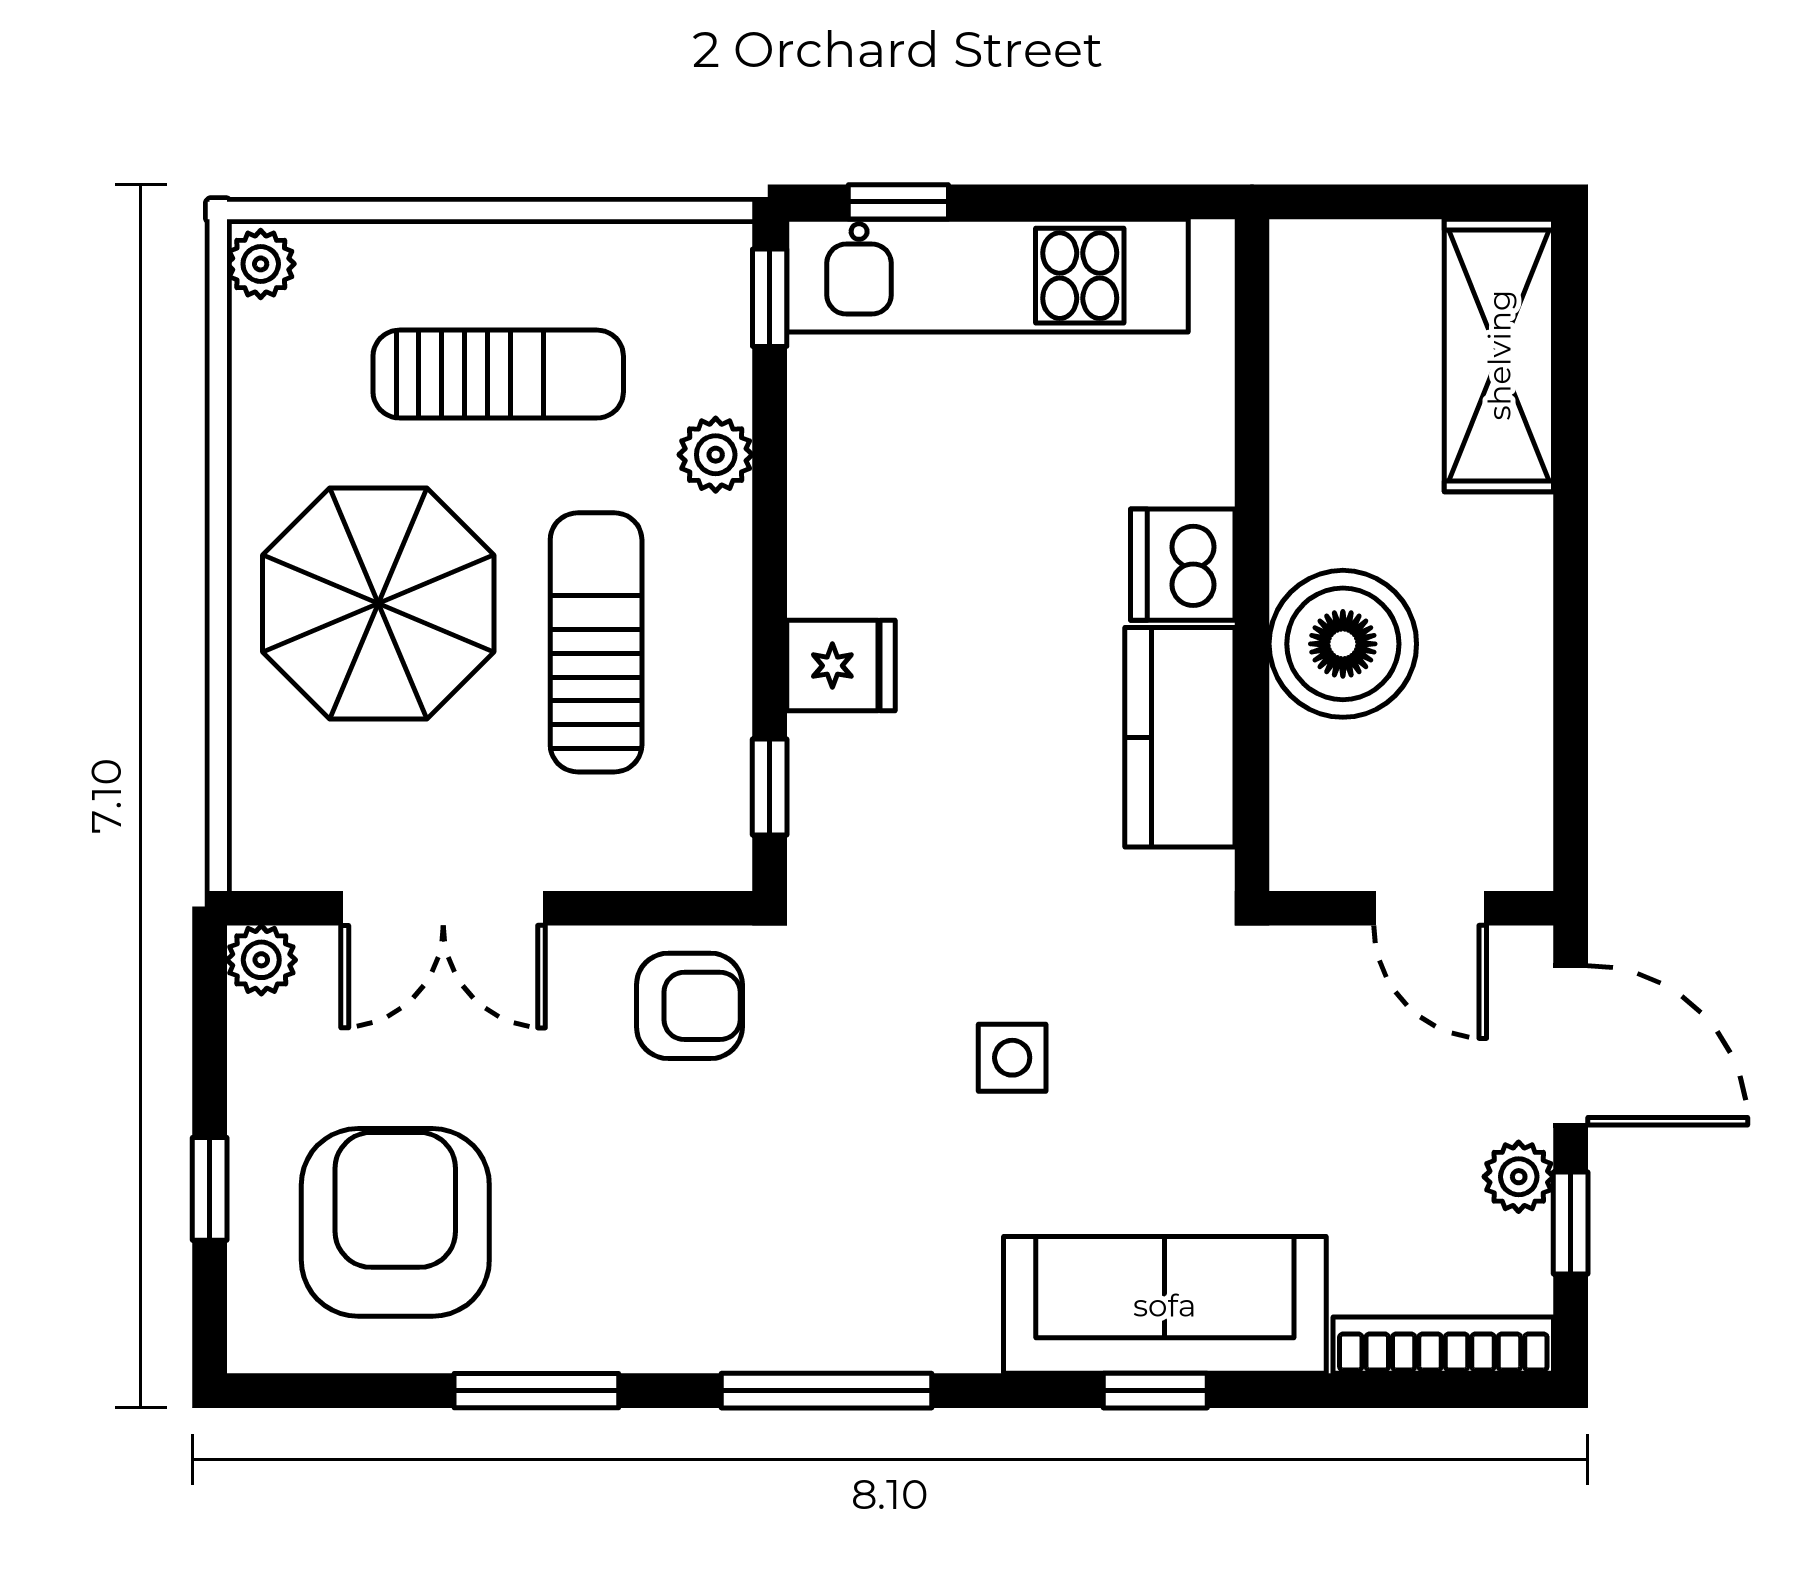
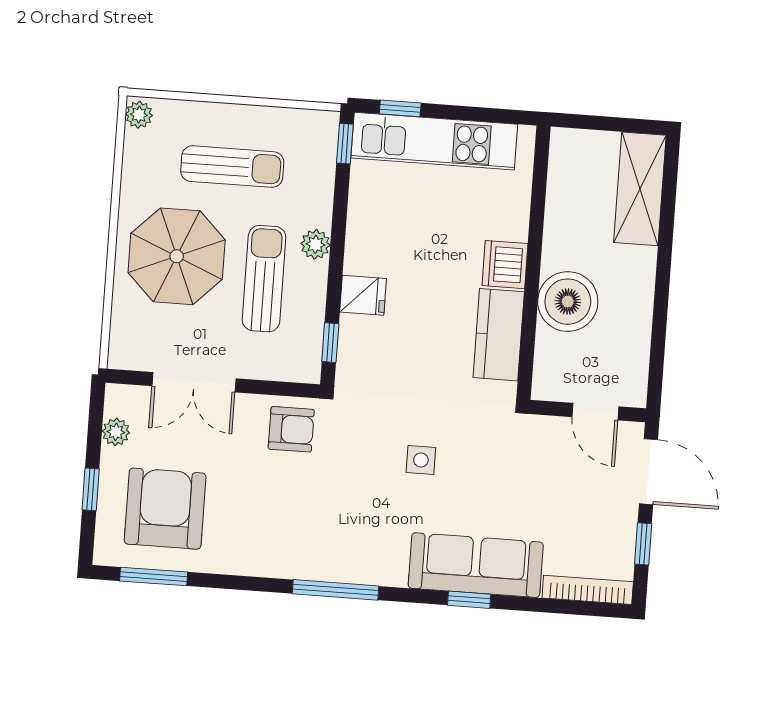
plant: (716, 455) -> (315, 244), moved
plant: (261, 960) -> (116, 432), moved
plant: (1519, 1177) -> (623, 524), removed
window: (536, 1391) -> (154, 577), moved

